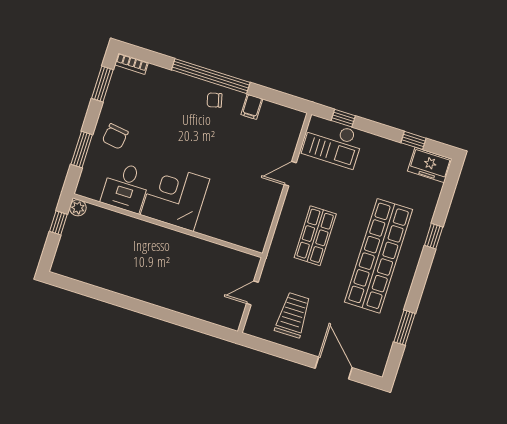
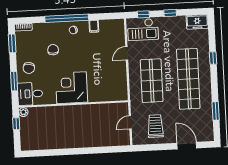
chair: (168, 121) -> (53, 50), added
window: (414, 140) -> (170, 13), moved
desk: (126, 187) -> (30, 94), moved, turned 90
shop shelf: (315, 236) -> (152, 81), width x1.43, depth x1.36

